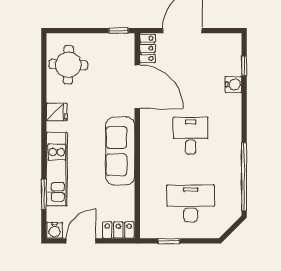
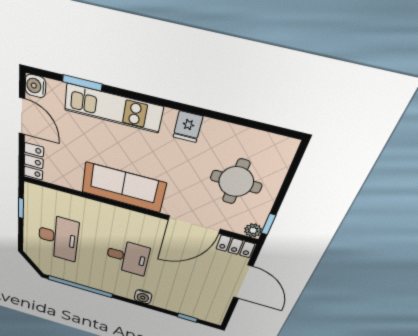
plant: (128, 40) -> (253, 230), added
round table: (68, 65) -> (236, 182), moved
water cooler: (233, 84) -> (143, 297), moved

